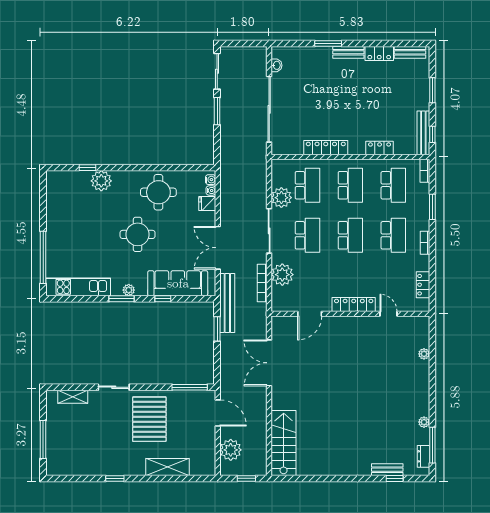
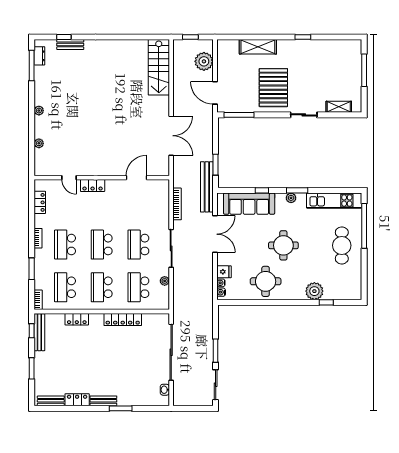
plant: (281, 198) -> (165, 281), width x0.53, depth x0.53
cafe table: (69, 234) -> (342, 245), added
plant: (282, 275) -> (160, 211), removed
locker: (354, 305) -> (93, 185), width x0.66
plant: (424, 422) -> (39, 111), moved

